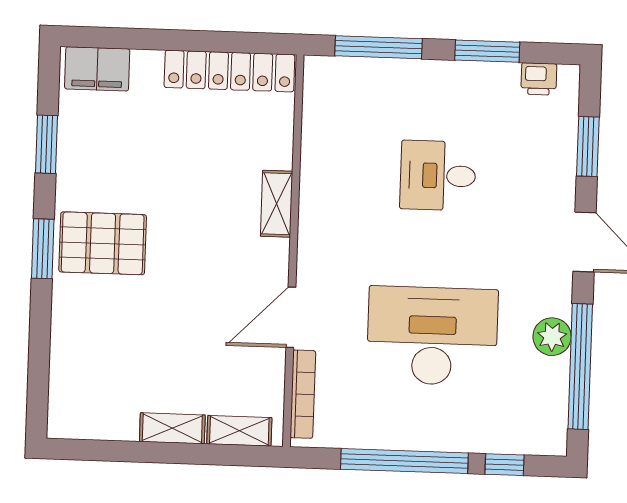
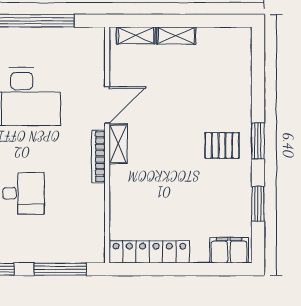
shelving: (276, 204) -> (118, 144), moved
pallet: (103, 243) -> (222, 145), width x0.67, depth x0.71
bookcase: (303, 394) -> (98, 156), moved

